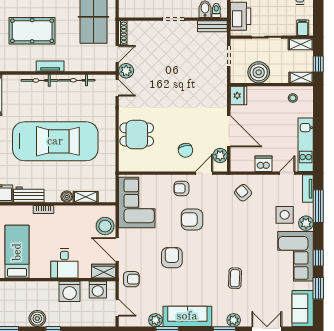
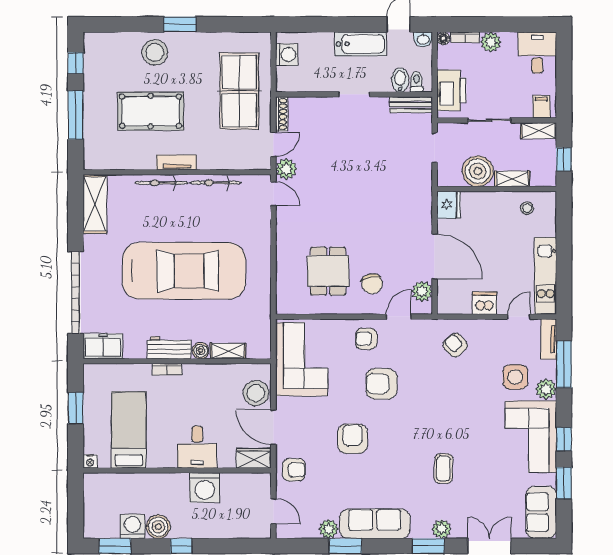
shelving: (301, 78) -> (512, 179), moved
dining table: (137, 135) -> (328, 271), moved, turned 90
workbench: (29, 195) -> (169, 348), moved
washing machine: (98, 290) -> (133, 526), moved, turned 180

